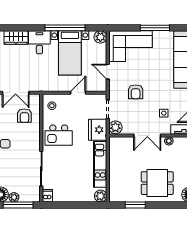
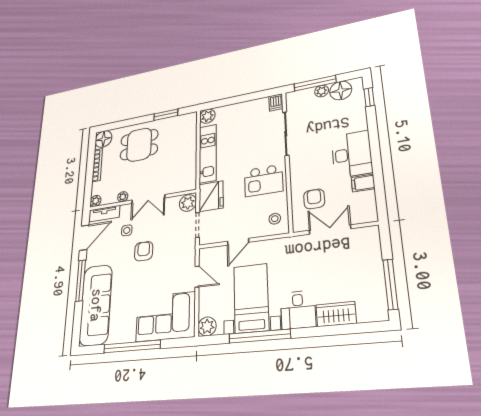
window: (155, 28) -> (132, 346), width x1.46
armchair: (136, 92) -> (144, 251), moved
kitchen island: (59, 135) -> (264, 181), turned 180
double door: (147, 136) -> (148, 199), swing flipped

